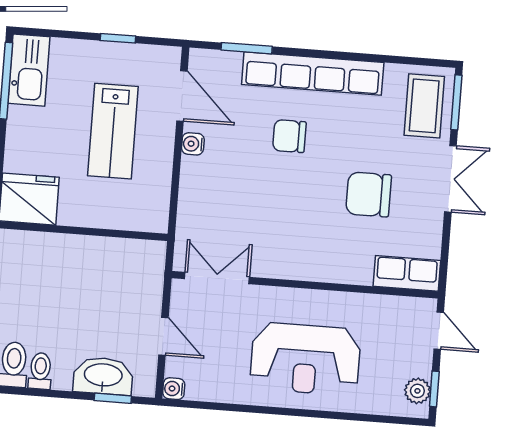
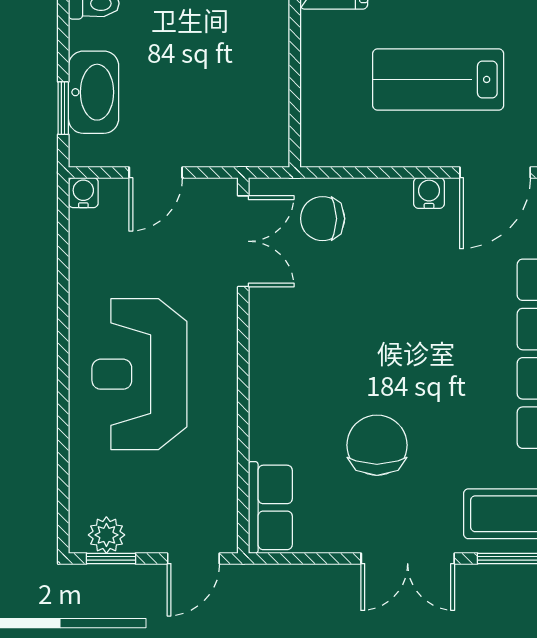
chair: (289, 136) -> (323, 219), moved, turned -90

